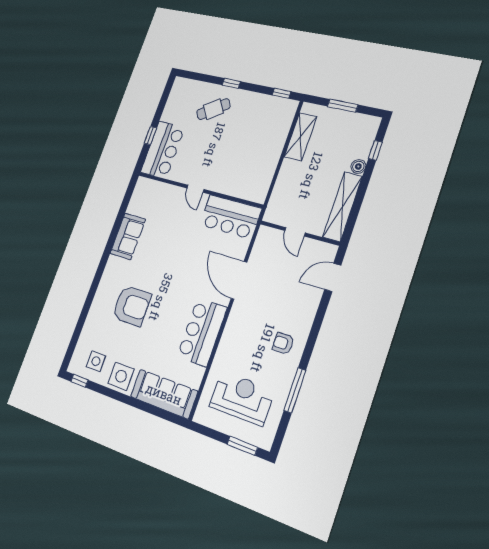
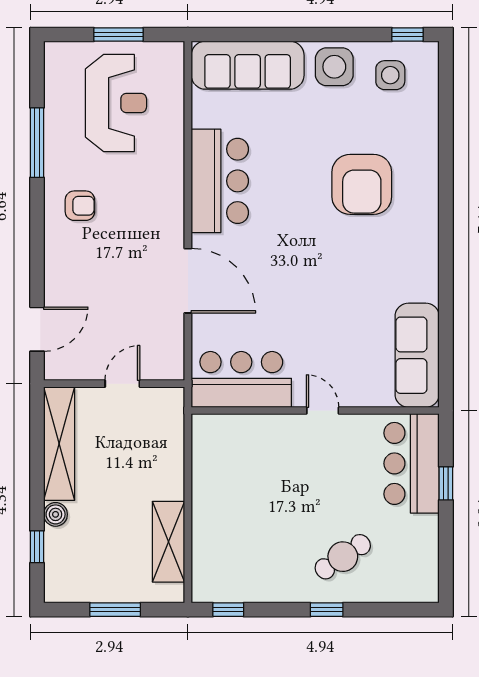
door: (295, 232) -> (122, 384), hinge flipped
sofa: (128, 236) -> (417, 355), moved, width x1.36
armchair: (132, 306) -> (362, 184), turned -90
reception desk: (242, 398) -> (116, 103), turned -90
window: (242, 446) -> (118, 34), moved

